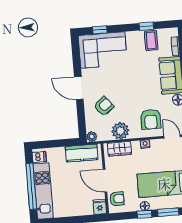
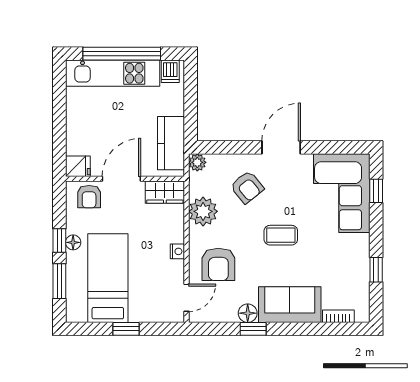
coffee table: (151, 40) -> (281, 235), moved
armchair: (151, 119) -> (218, 264), turned -90
wardrobe: (119, 149) -> (165, 192), moved, turned -90

